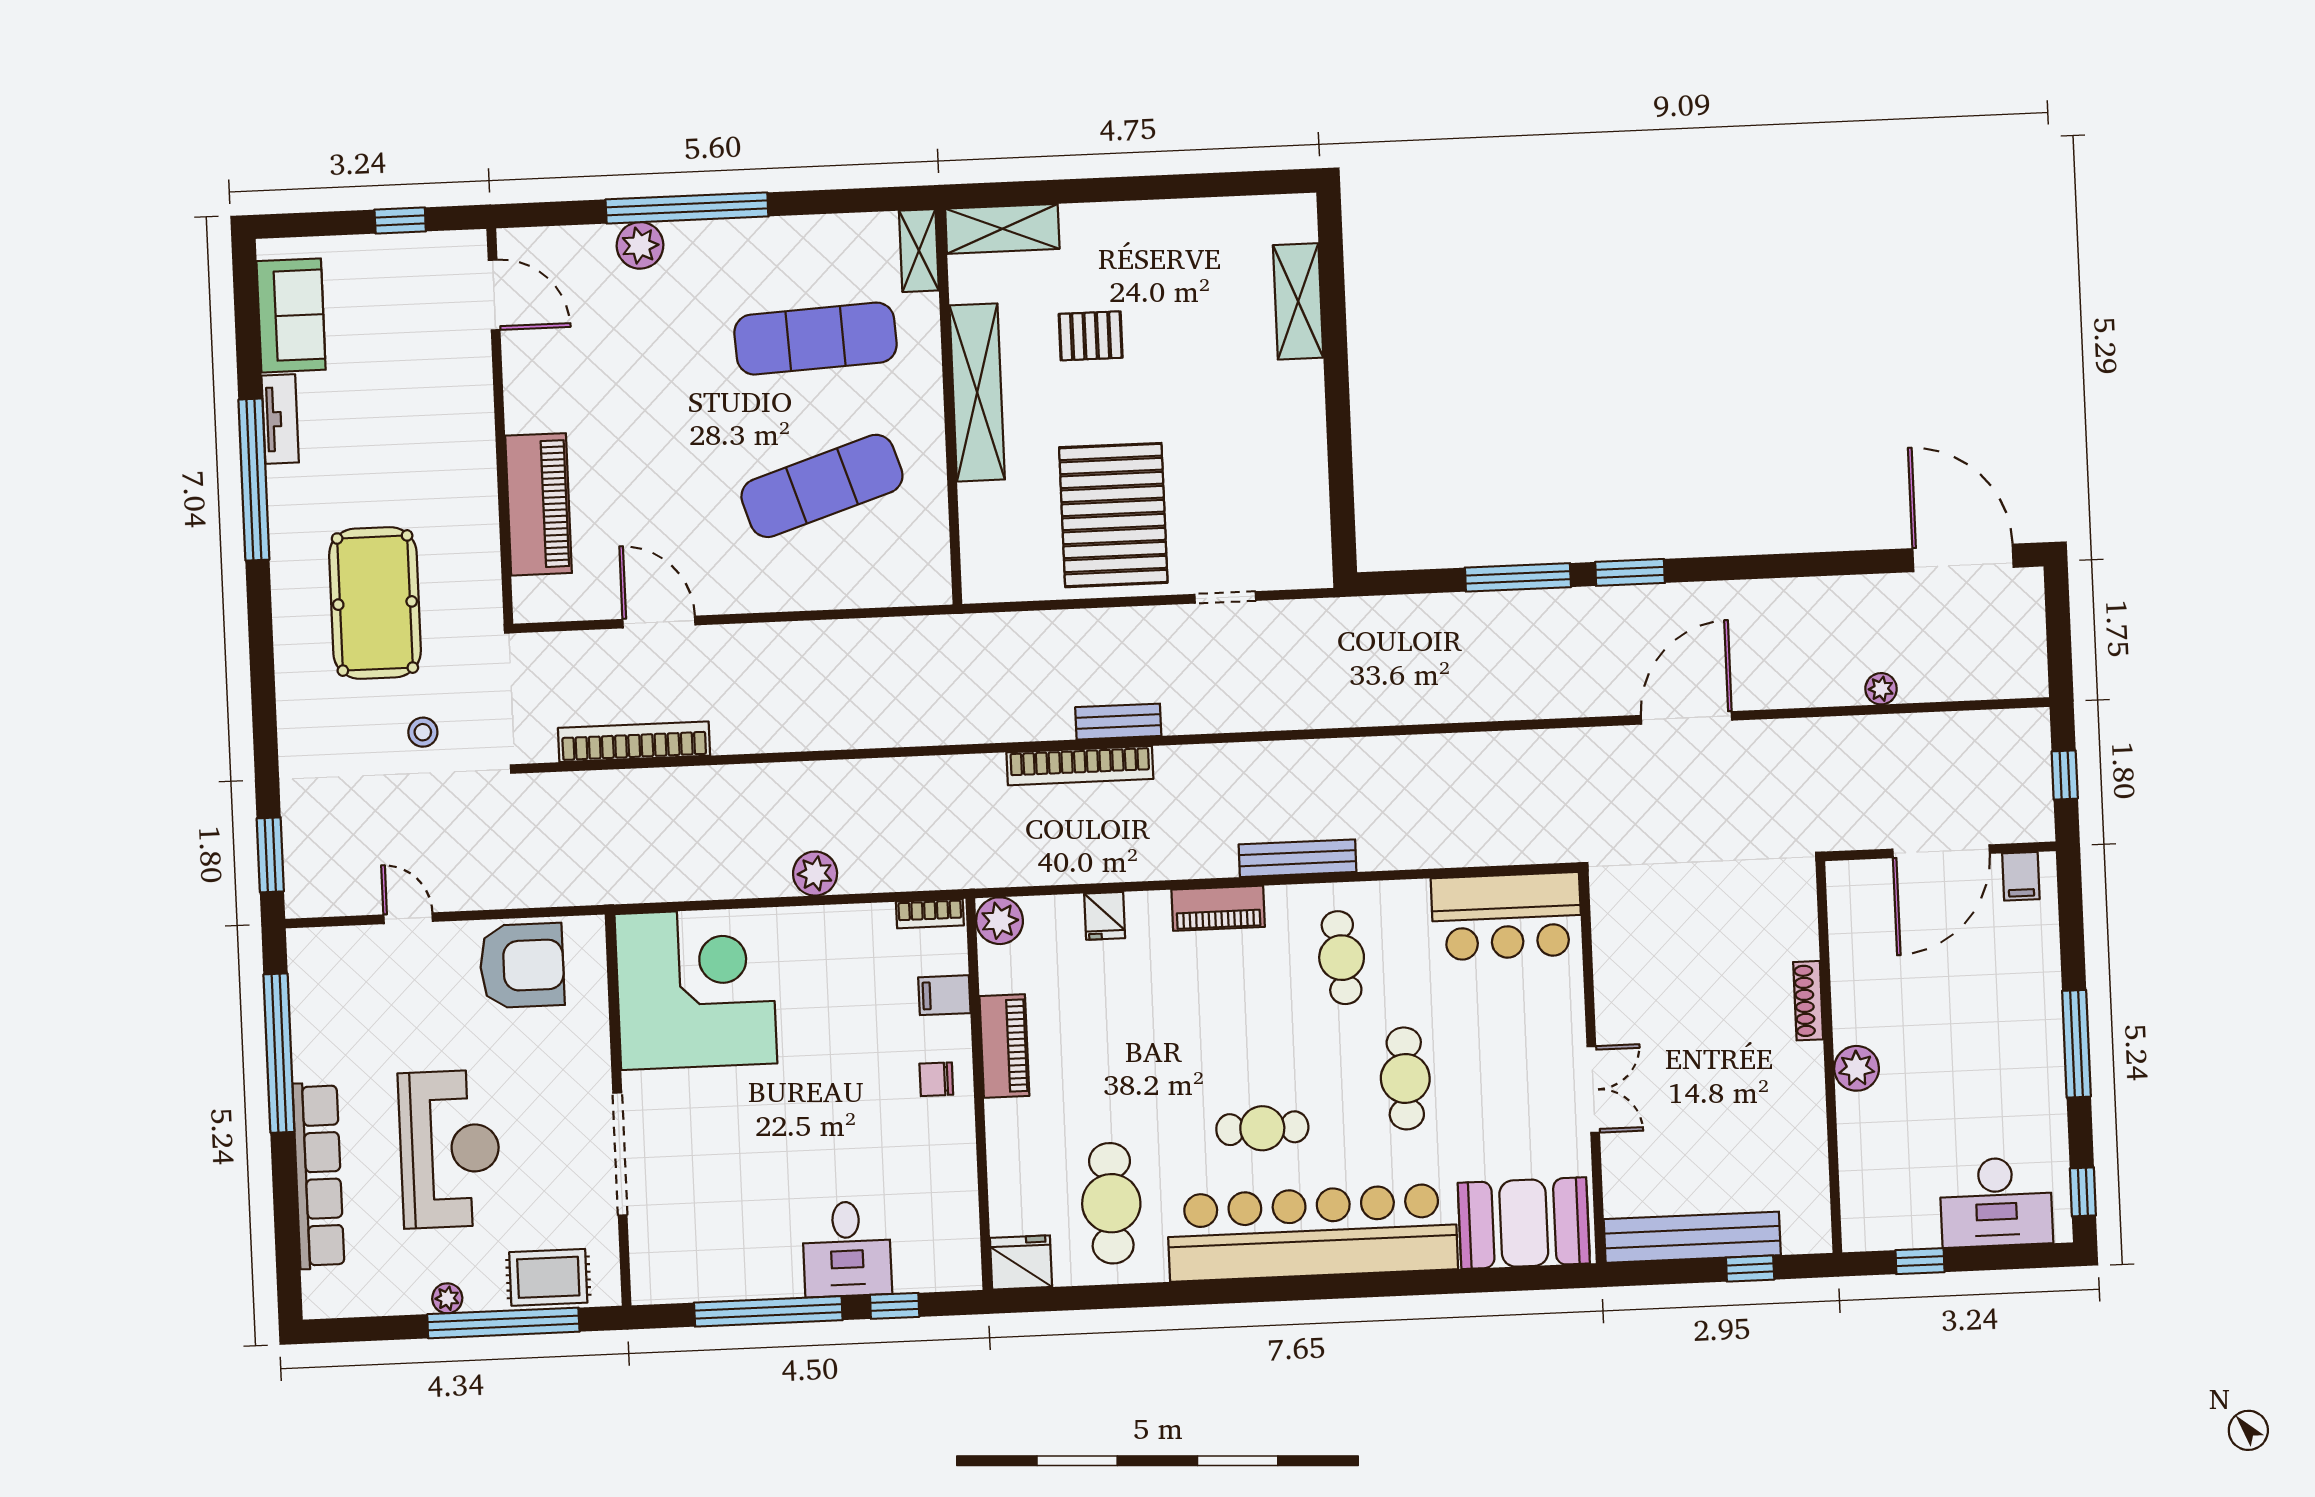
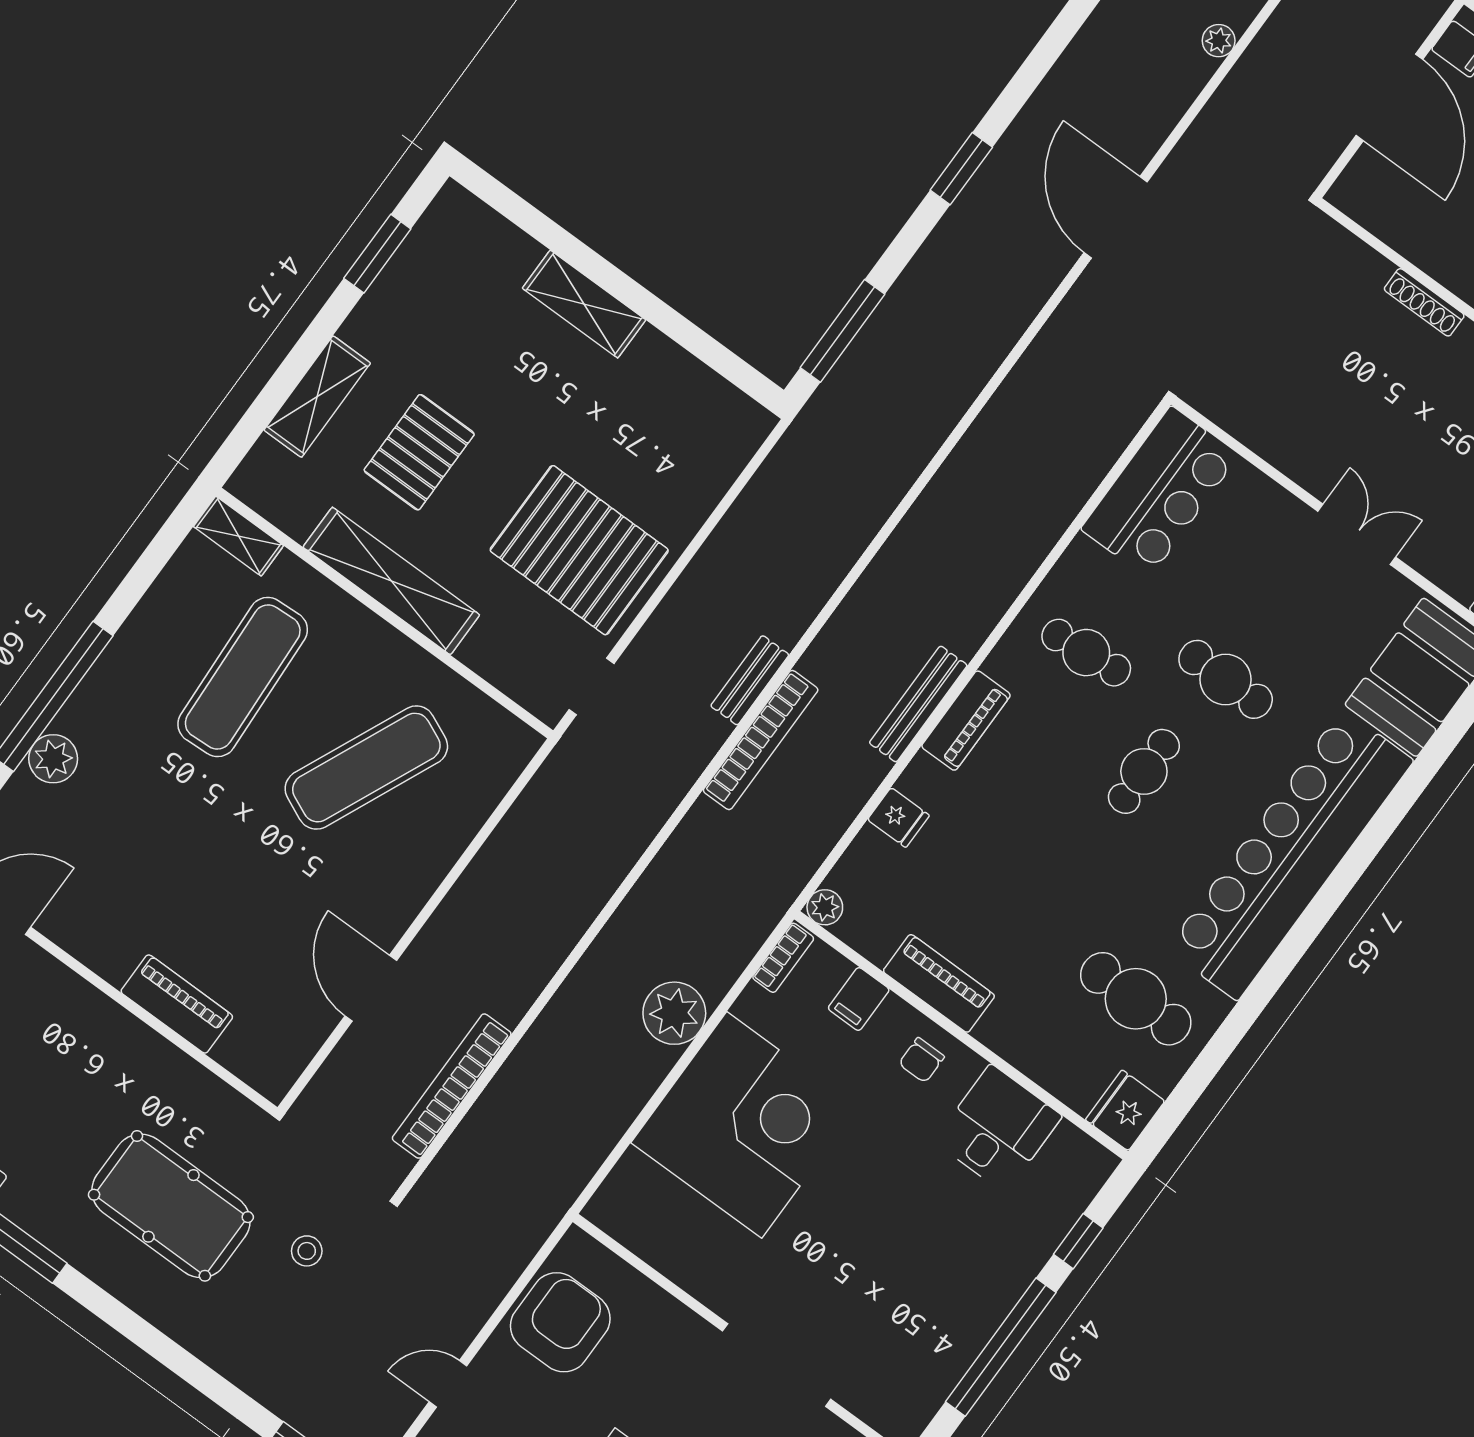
window: (1215, 185) -> (377, 254), added
shelving: (1002, 229) -> (317, 397), moved
shelving: (1298, 301) -> (584, 304), moved
pallet: (1091, 336) -> (419, 452), width x1.50, depth x1.42
exercise mat: (822, 486) -> (366, 768), turned 42
piano: (539, 504) -> (177, 1004), width x0.73, depth x0.75
window: (1518, 577) -> (843, 331), moved
doorway: (1225, 597) -> (591, 687), moved
door: (659, 622) -> (371, 988), hinge flipped
bench: (1297, 858) -> (918, 704), moved
plant: (815, 874) -> (674, 1013), width x1.36, depth x1.36
plant: (1000, 921) -> (825, 907), width x0.73, depth x0.73
corner desk: (696, 989) -> (744, 1125), moved, turned 90
cafe table: (1262, 1128) -> (1144, 771), moved
desk: (847, 1249) -> (998, 1129), moved, turned -90

